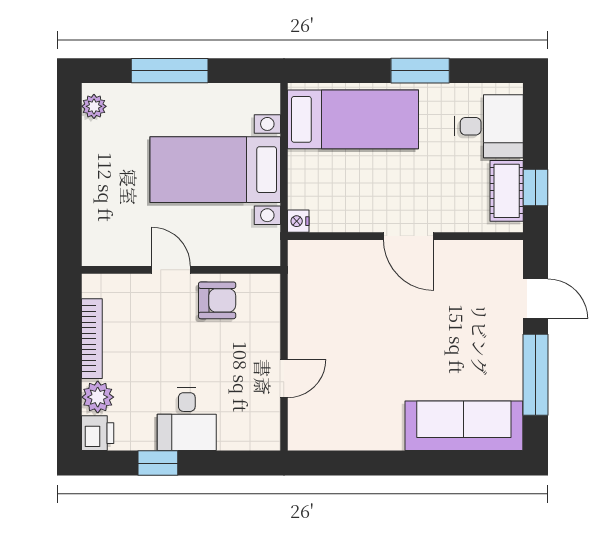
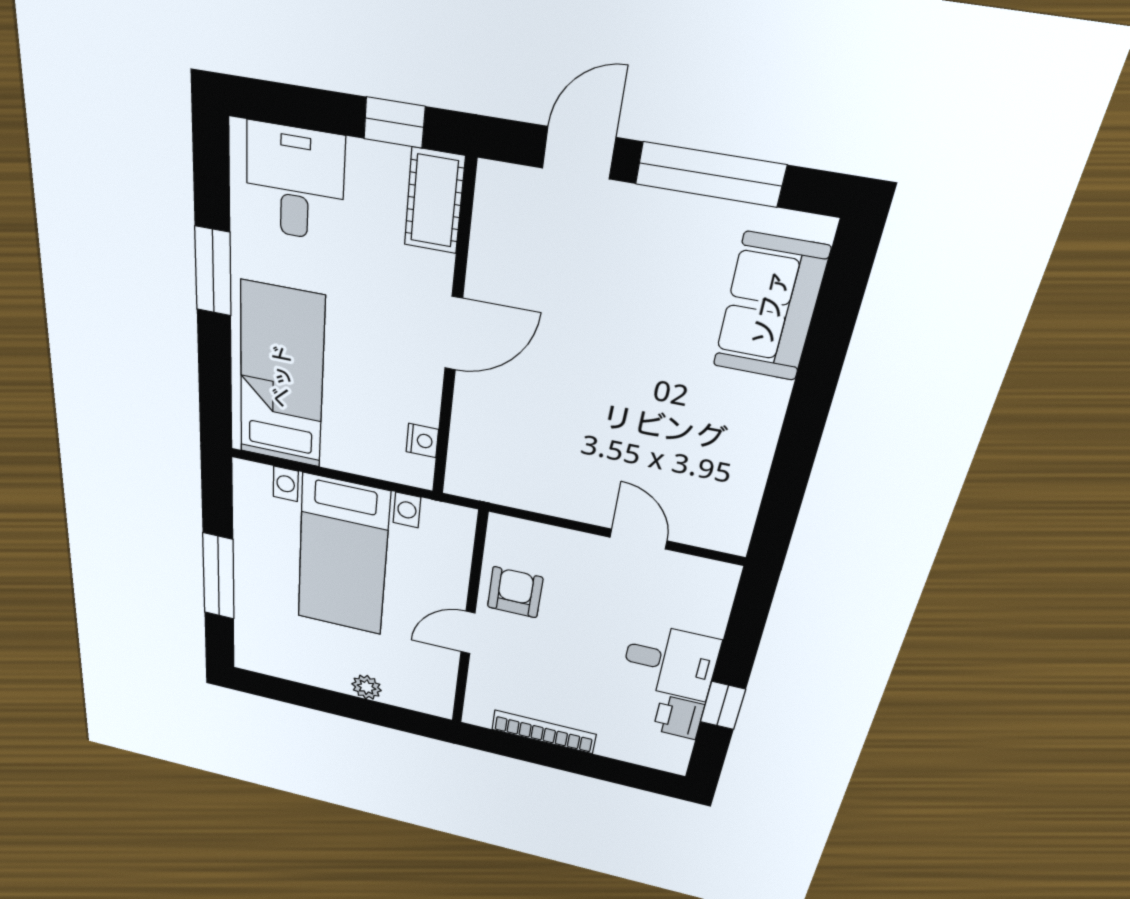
plant: (94, 106) -> (367, 687), moved
cot: (507, 191) -> (434, 201), moved, turned 90
nightstand: (298, 221) -> (422, 441), moved, turned -90
plant: (98, 397) -> (619, 744), removed
sofa: (464, 426) -> (770, 307), width x0.73
printer: (98, 433) -> (679, 717), moved, turned -90

